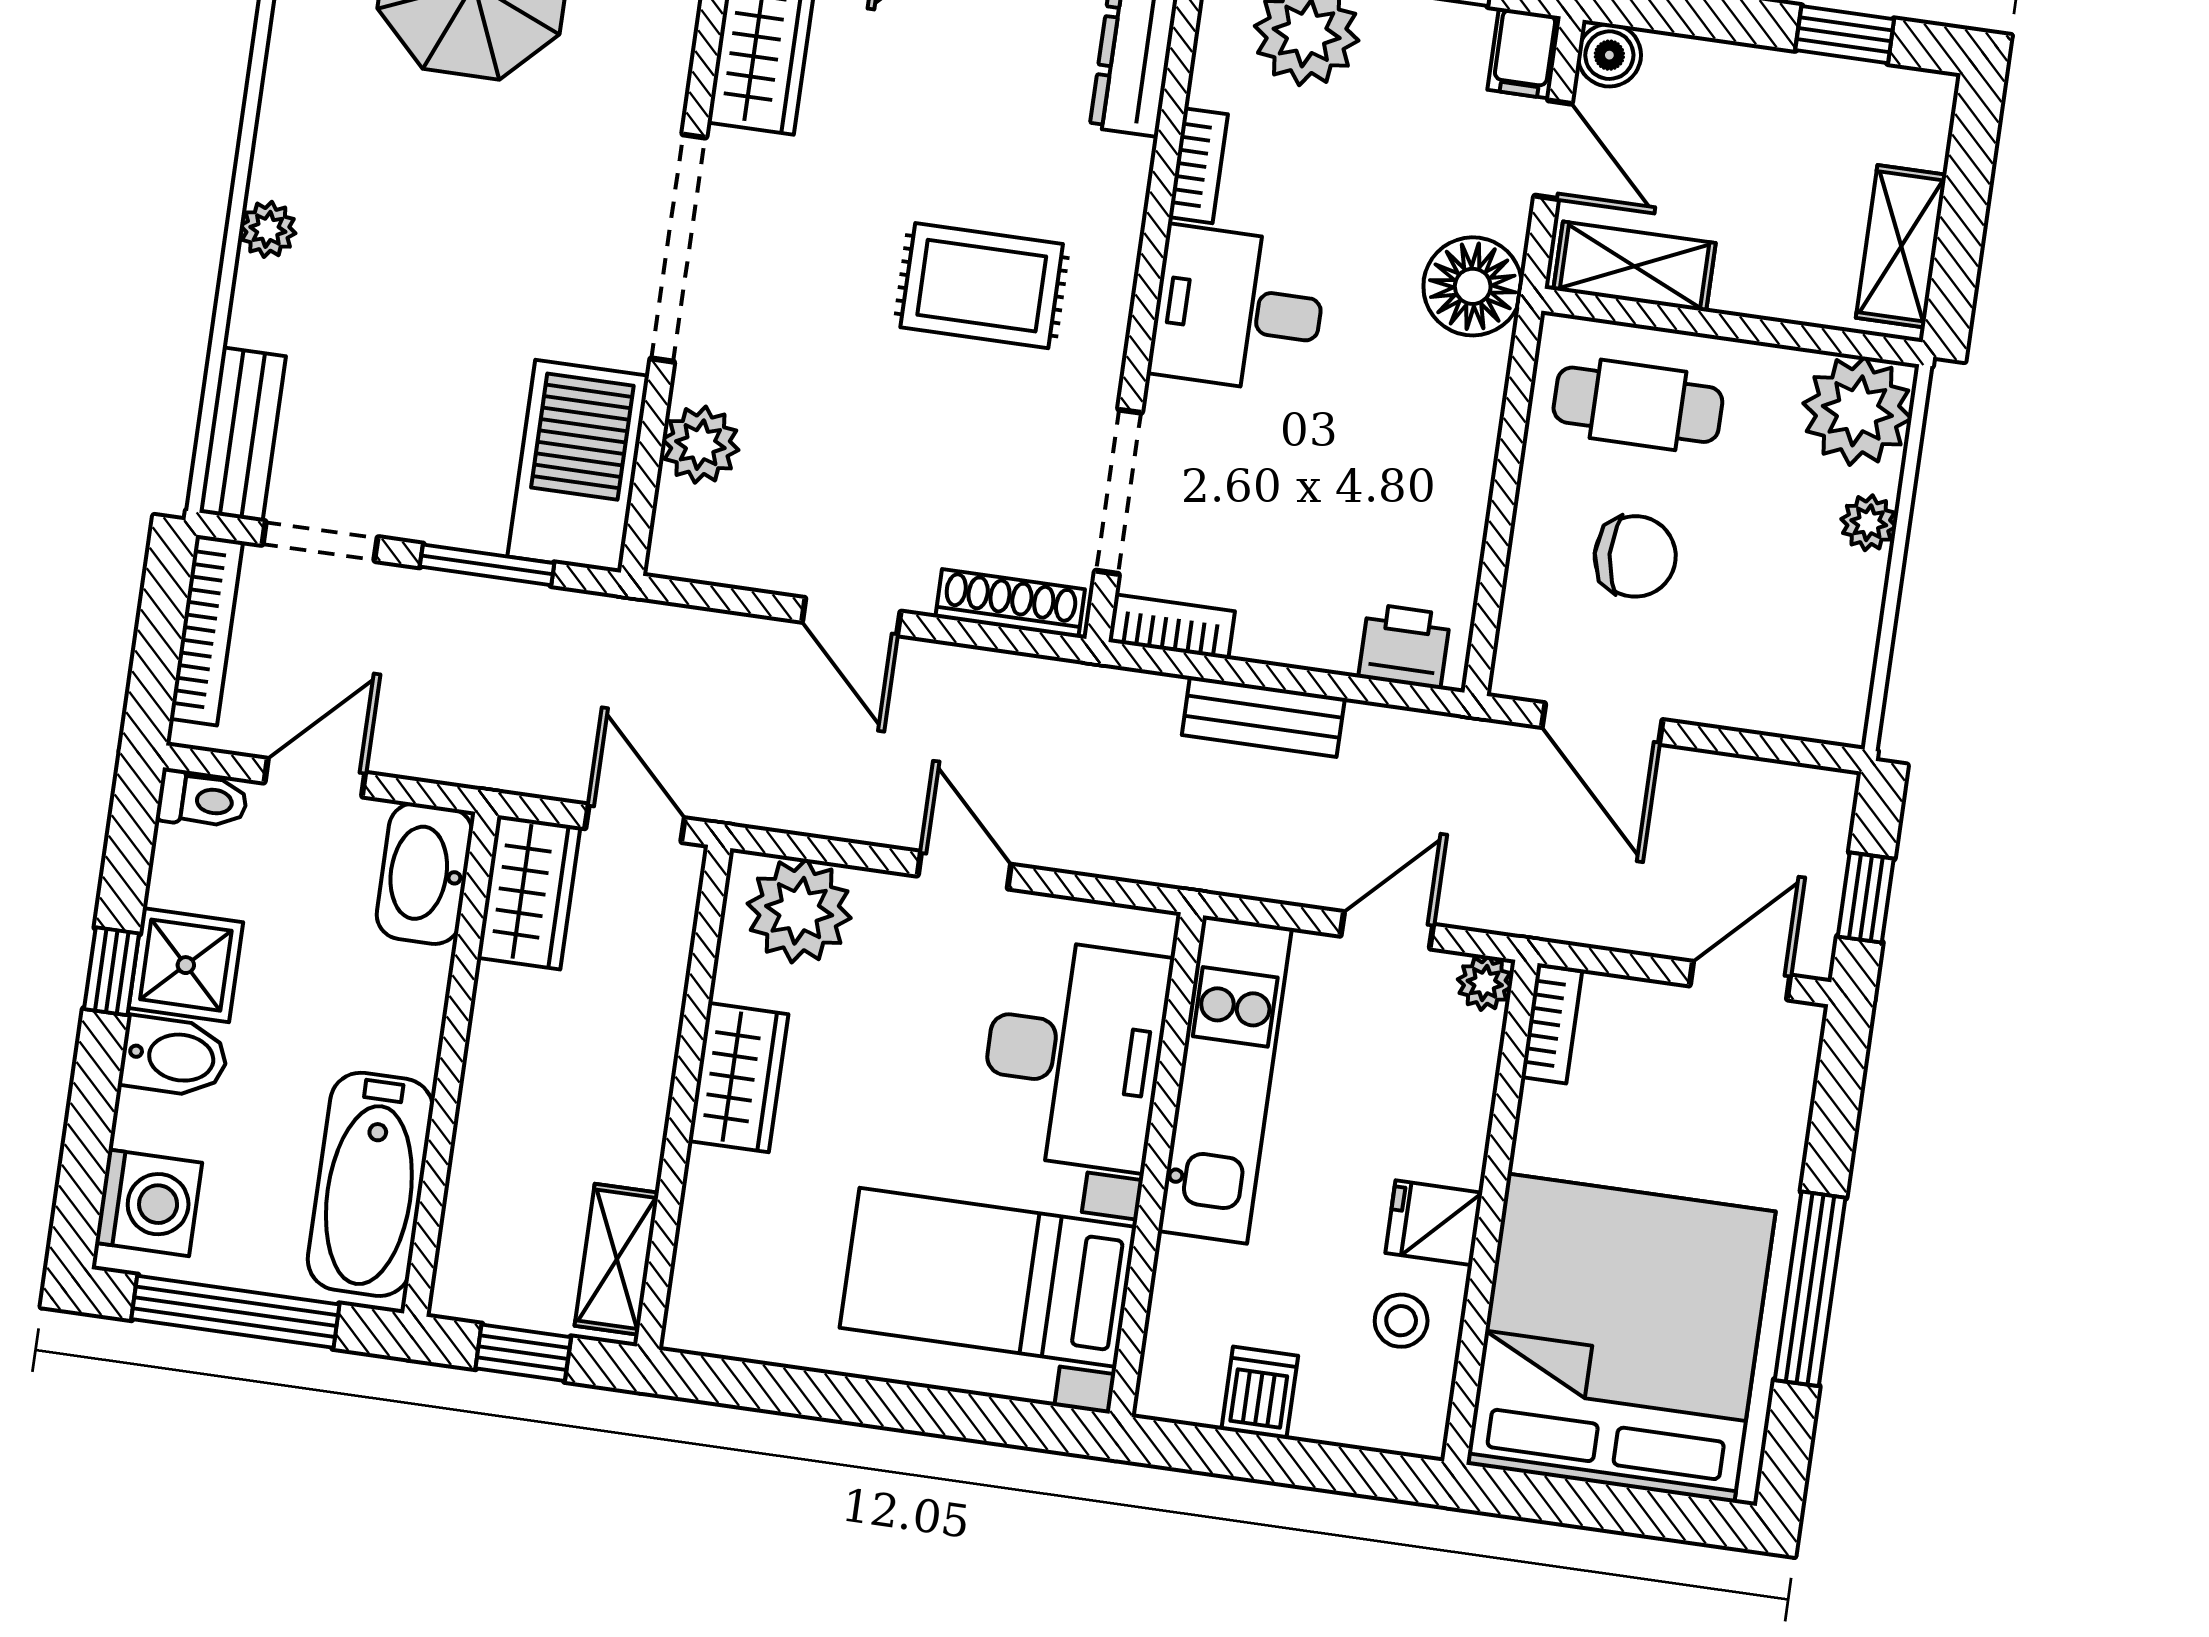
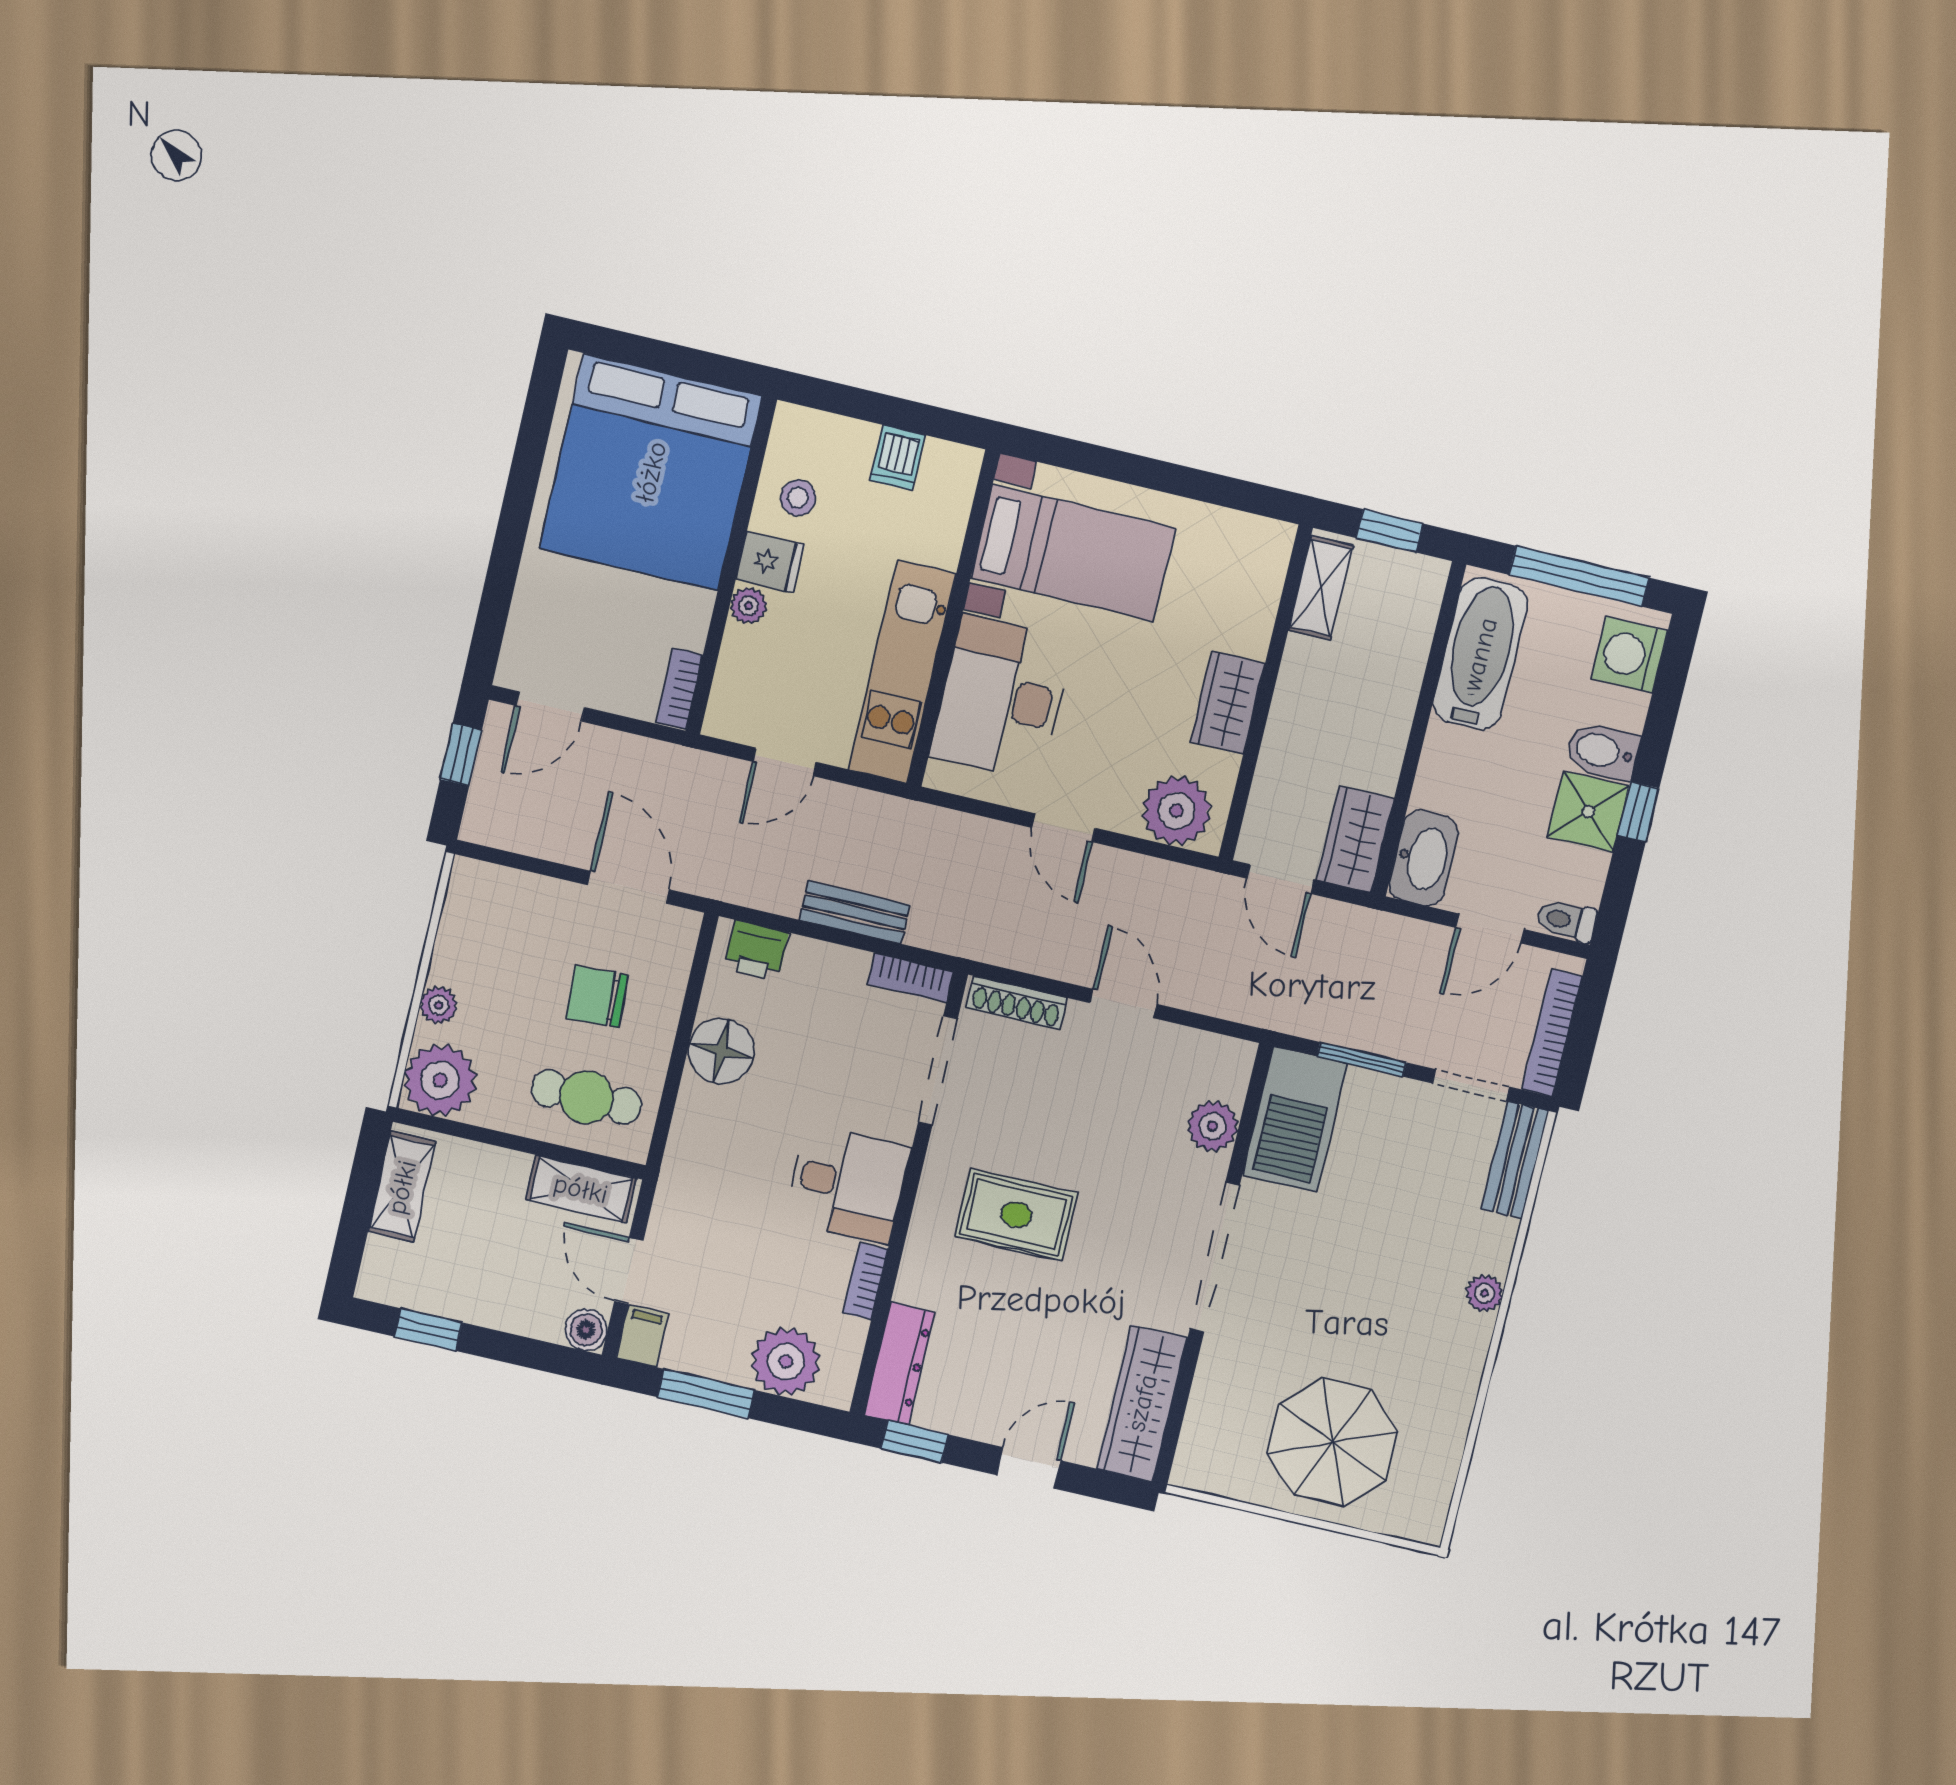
floor lamp: (1473, 286) -> (721, 1051), moved
plant: (1485, 983) -> (749, 606), moved
window: (1810, 1289) -> (520, 494), removed

